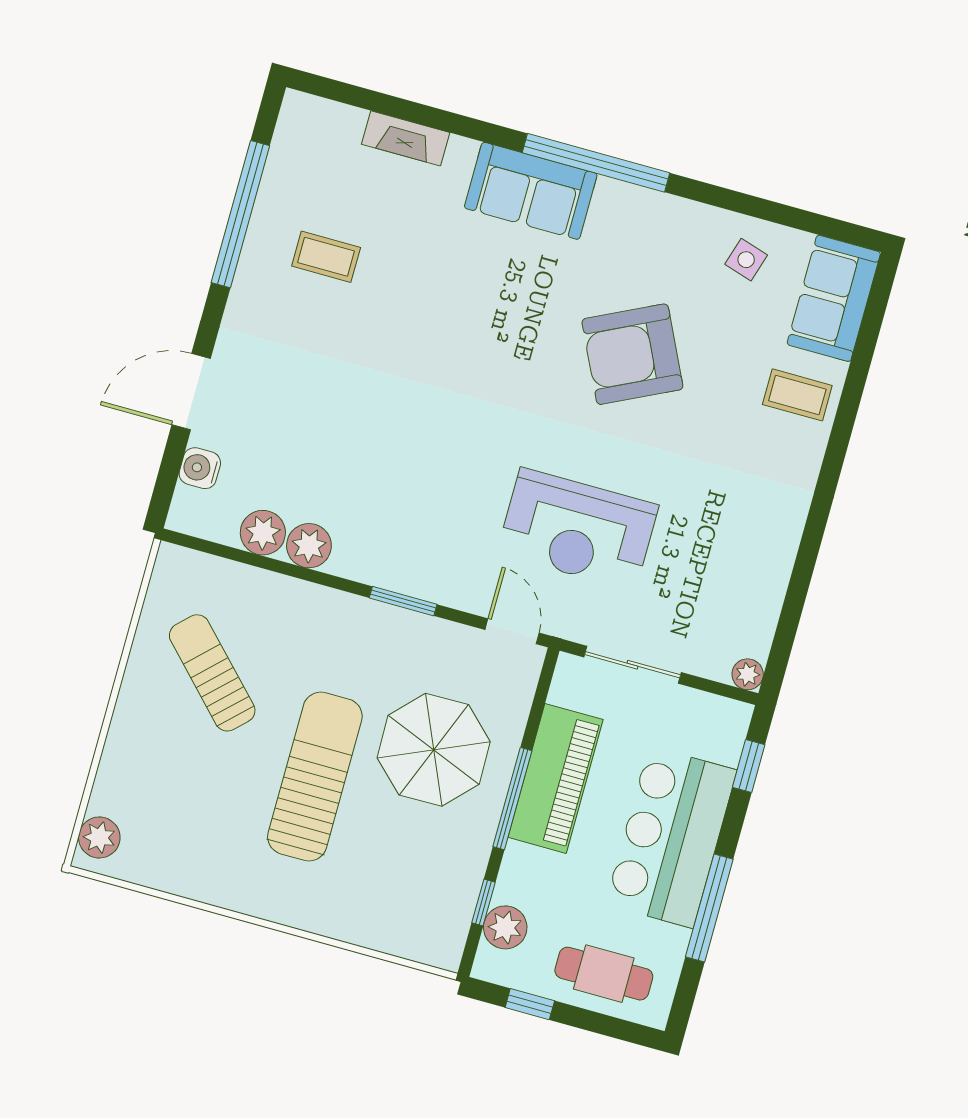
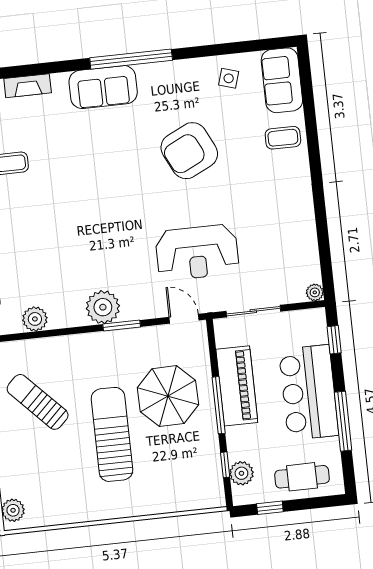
plant: (309, 546) -> (103, 307), moved, width x1.36, depth x1.36

